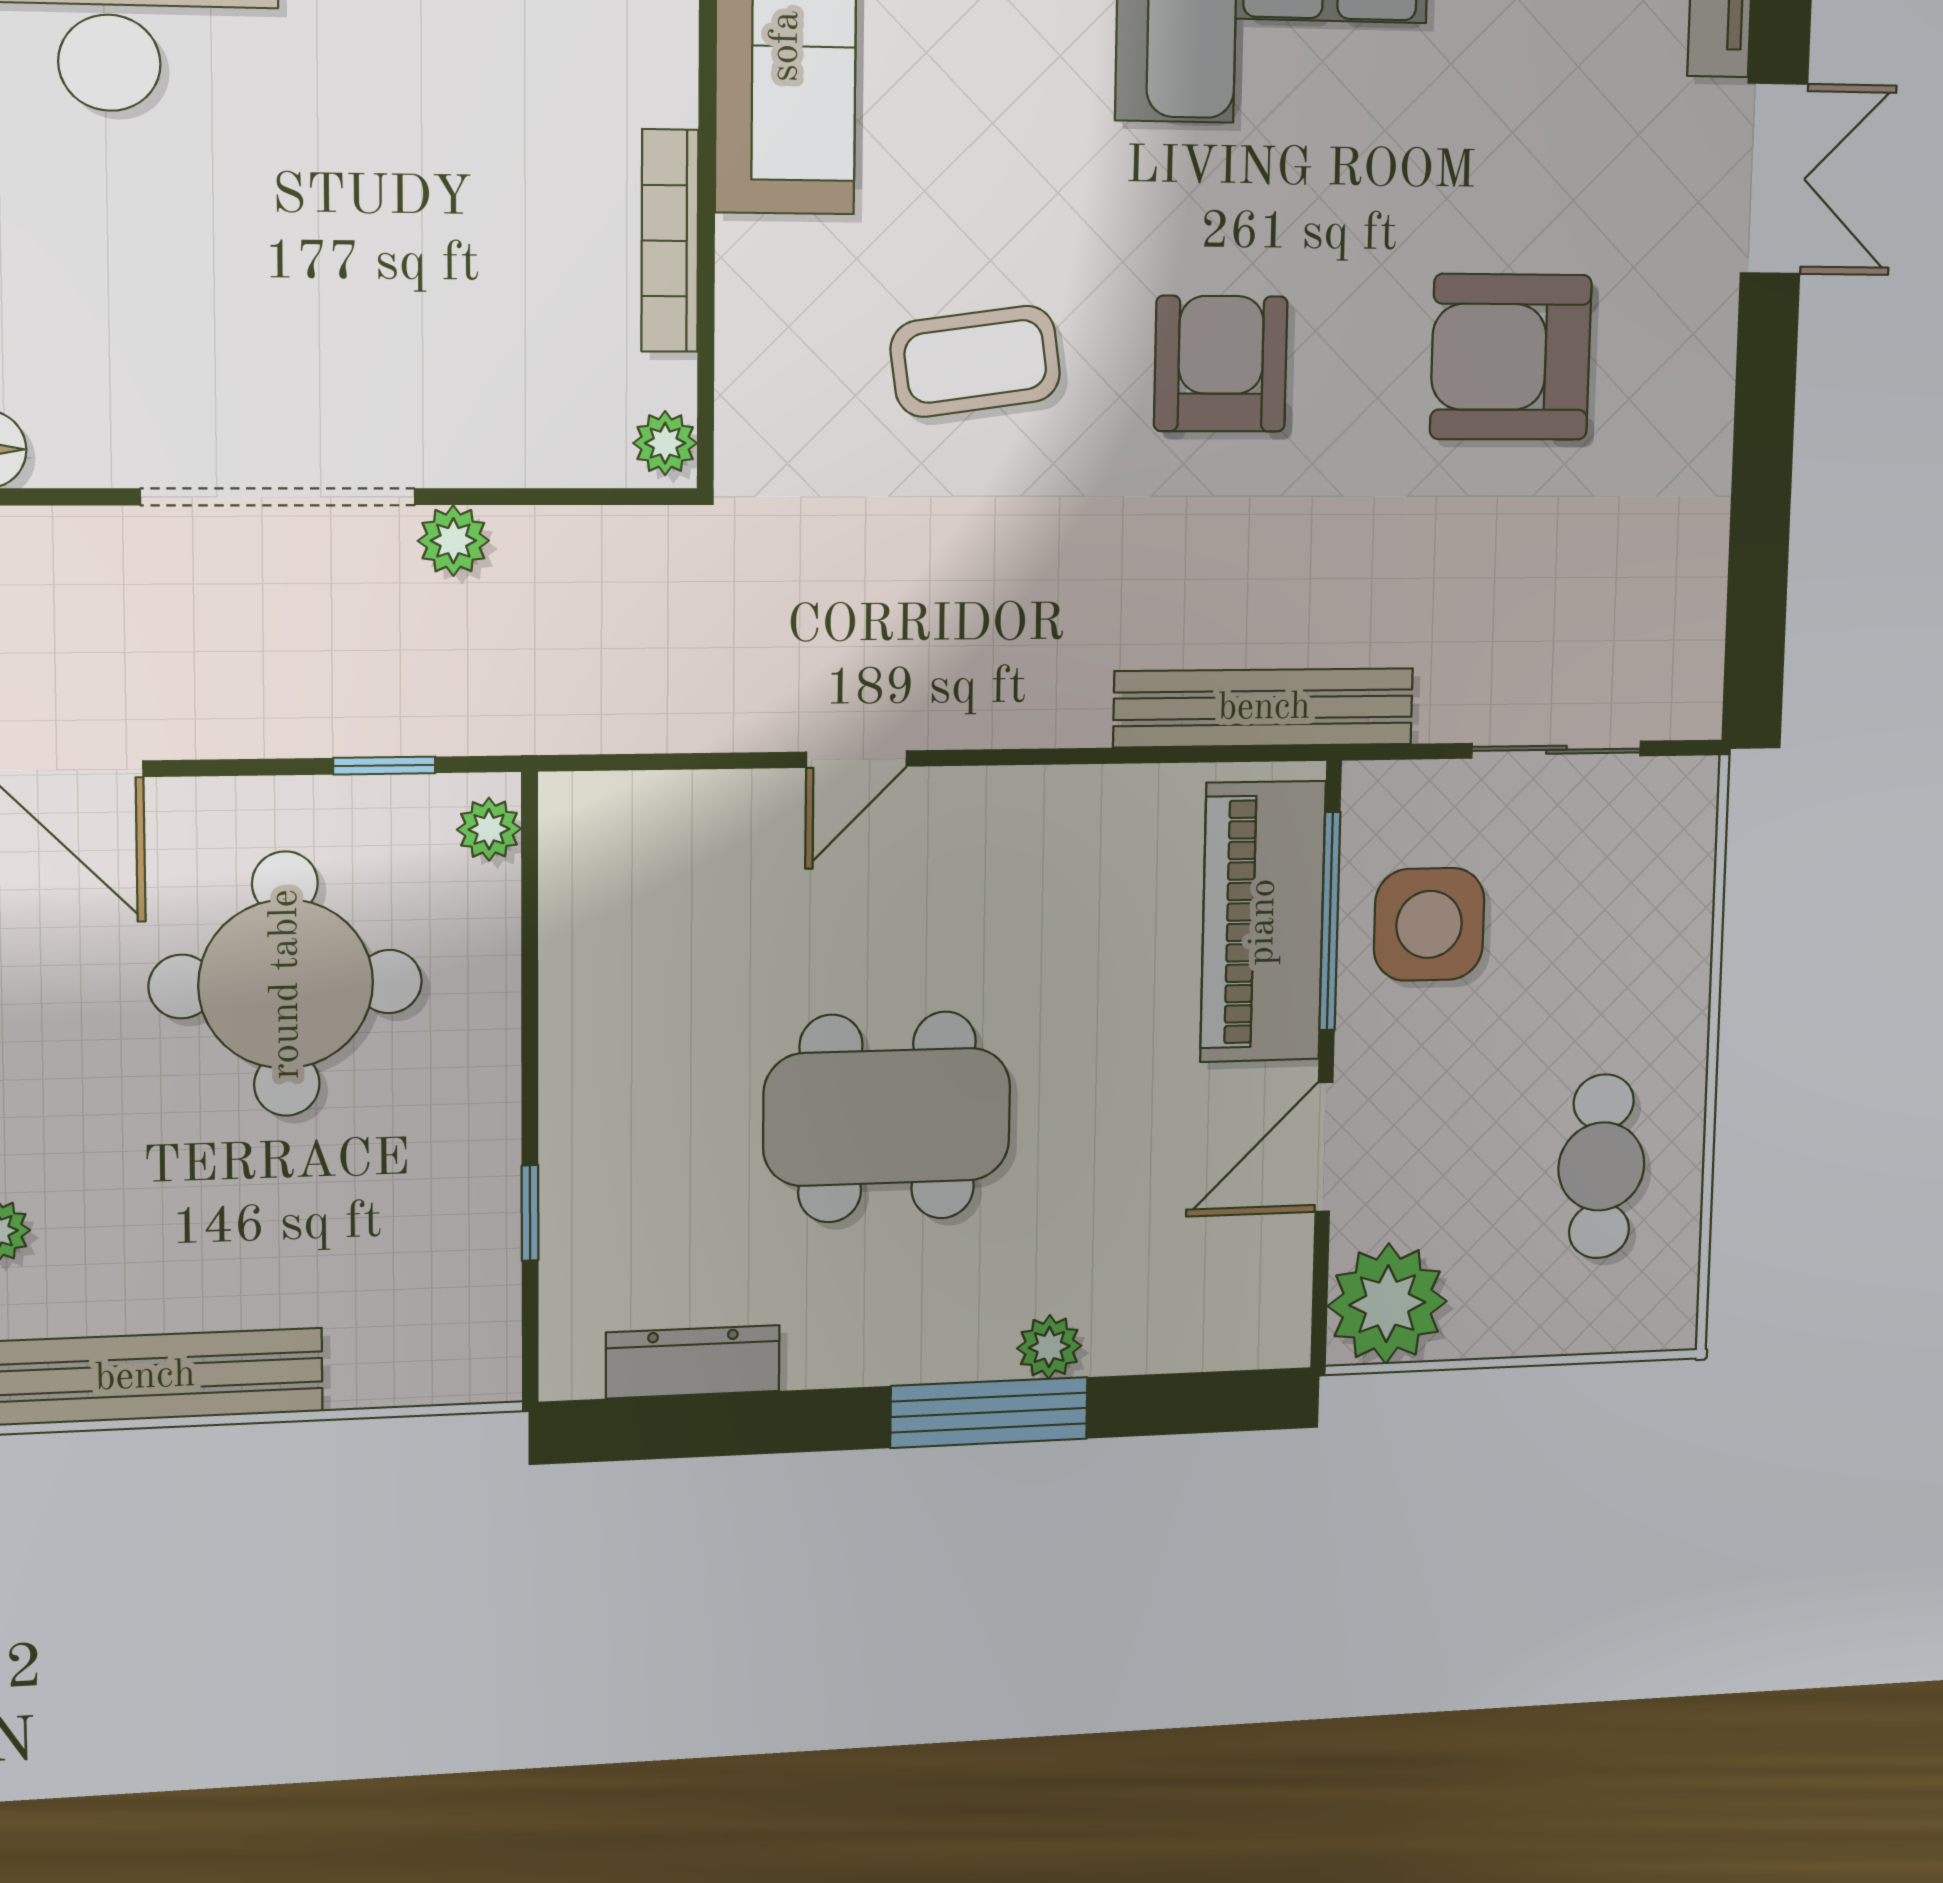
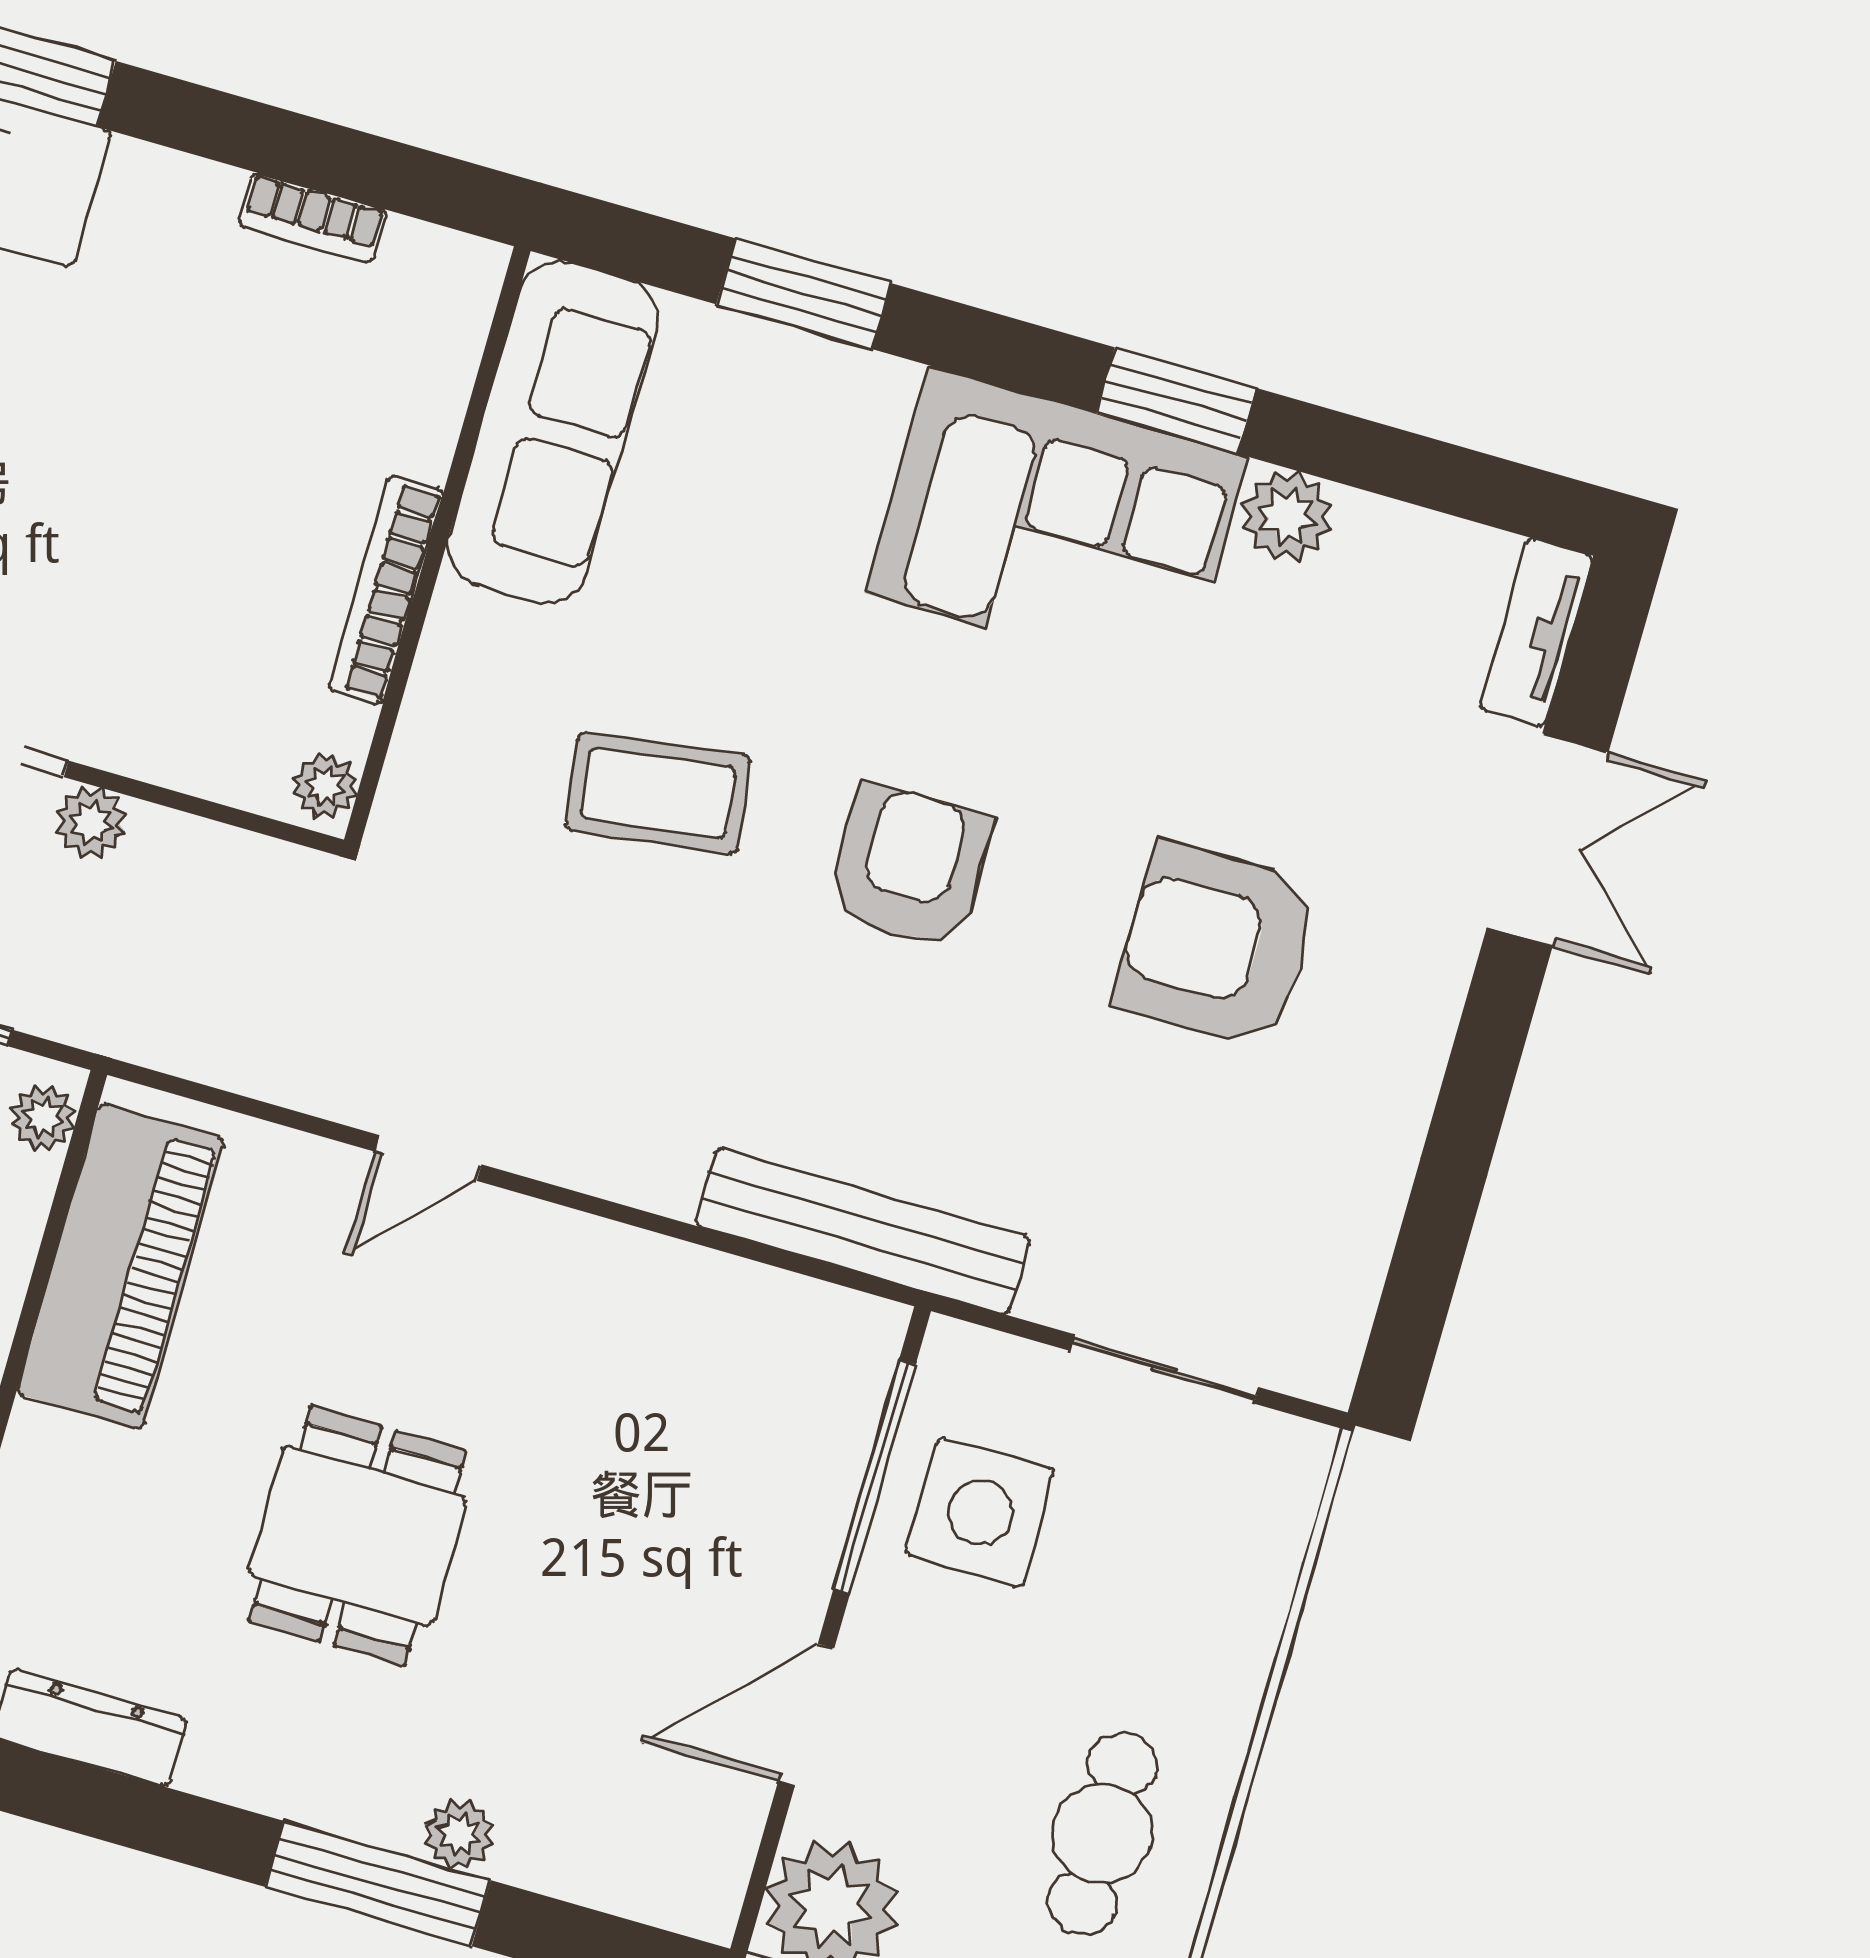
piano: (1263, 922) -> (121, 1266), moved, turned 180
dining table: (887, 1117) -> (358, 1536), width x0.73

